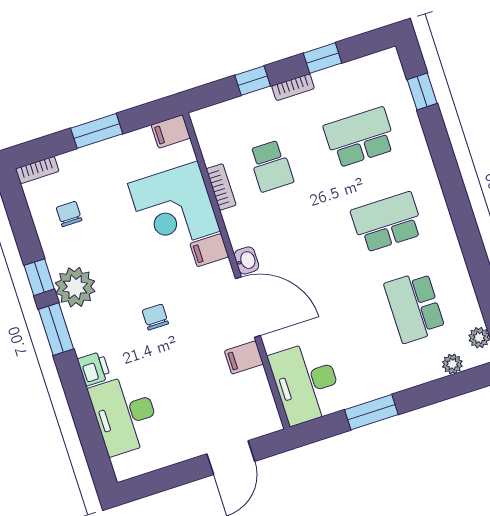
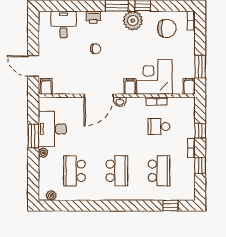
window: (97, 131) -> (200, 67), moved
chair: (69, 214) -> (167, 28), width x1.87, depth x1.87
school desk: (415, 307) -> (74, 171), turned -90
chair: (155, 317) -> (96, 49), moved
filing cabinet: (244, 357) -> (46, 86), moved
plant: (452, 364) -> (43, 153), moved
desk: (306, 383) -> (52, 129), moved, turned -90
desk: (125, 415) -> (63, 24), width x0.73

